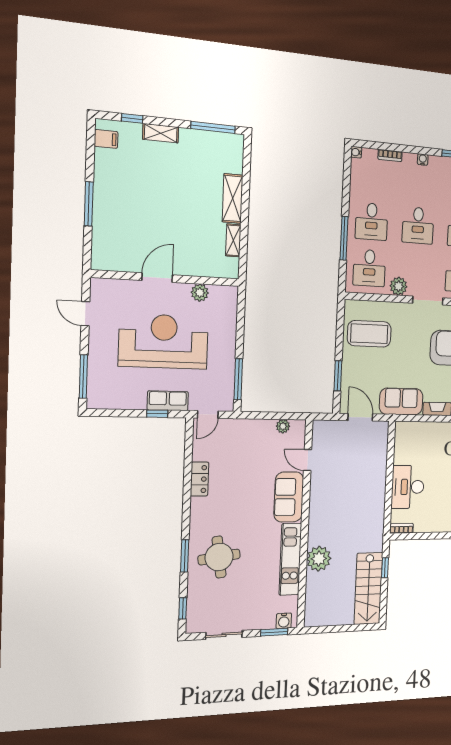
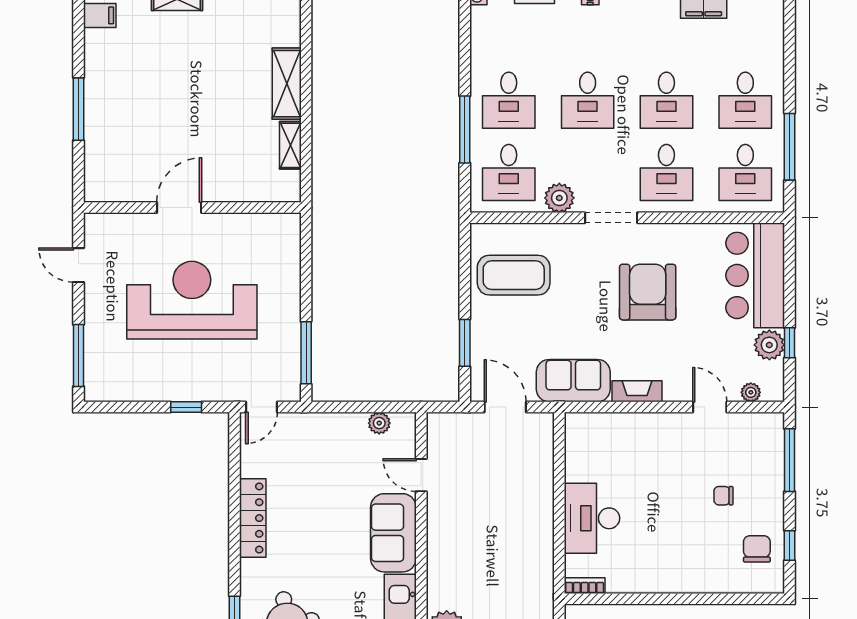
plant: (200, 293) -> (243, 226), removed
row of seats: (168, 401) -> (201, 388), removed
locker: (200, 479) -> (253, 518), width x1.53

